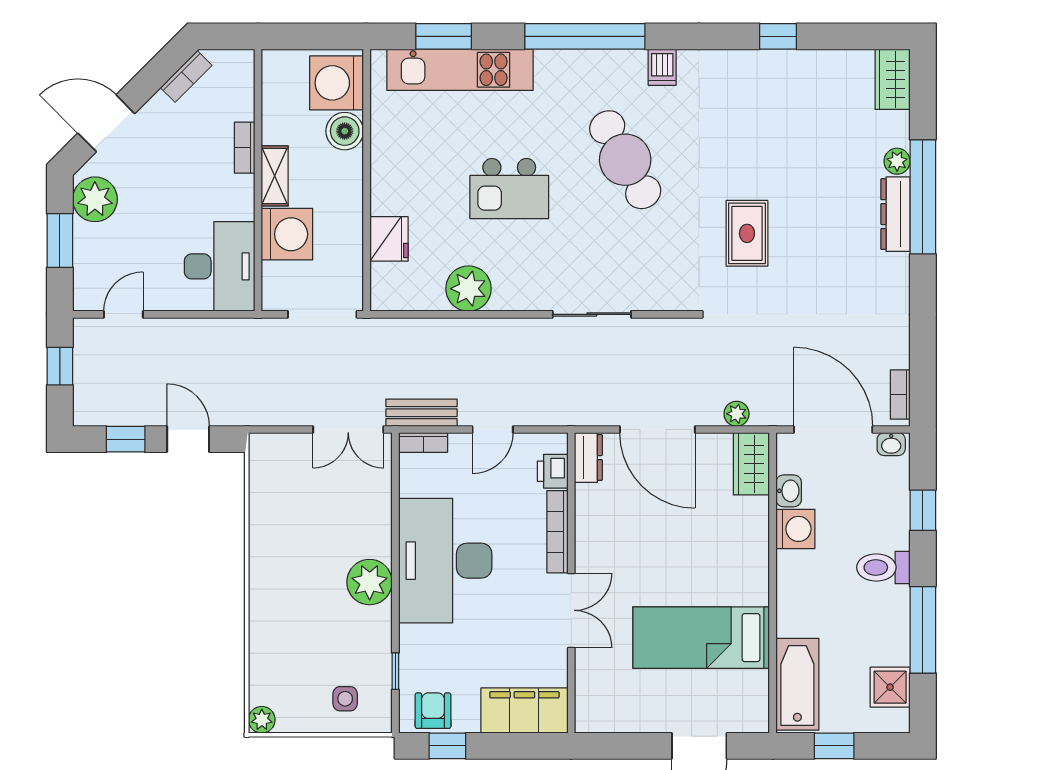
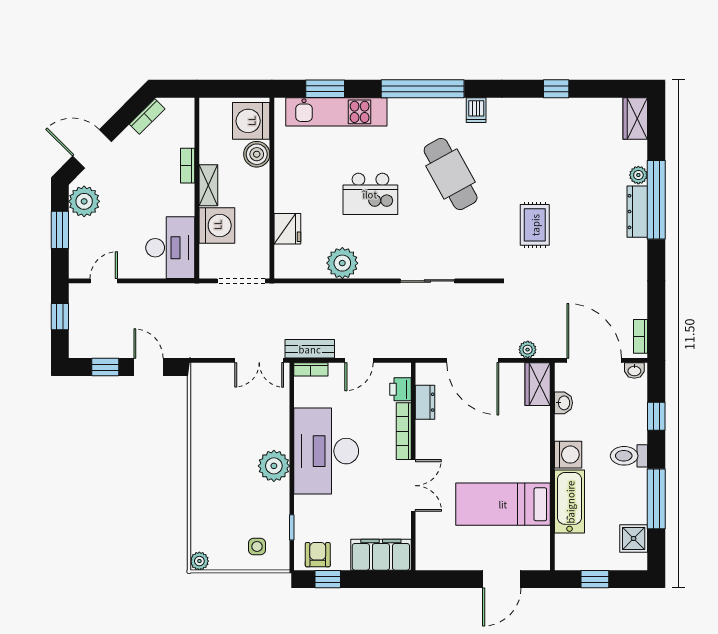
dresser: (588, 458) -> (425, 402), moved
washing machine: (795, 529) -> (568, 455), moved
bathtub: (797, 684) -> (570, 502), moved

